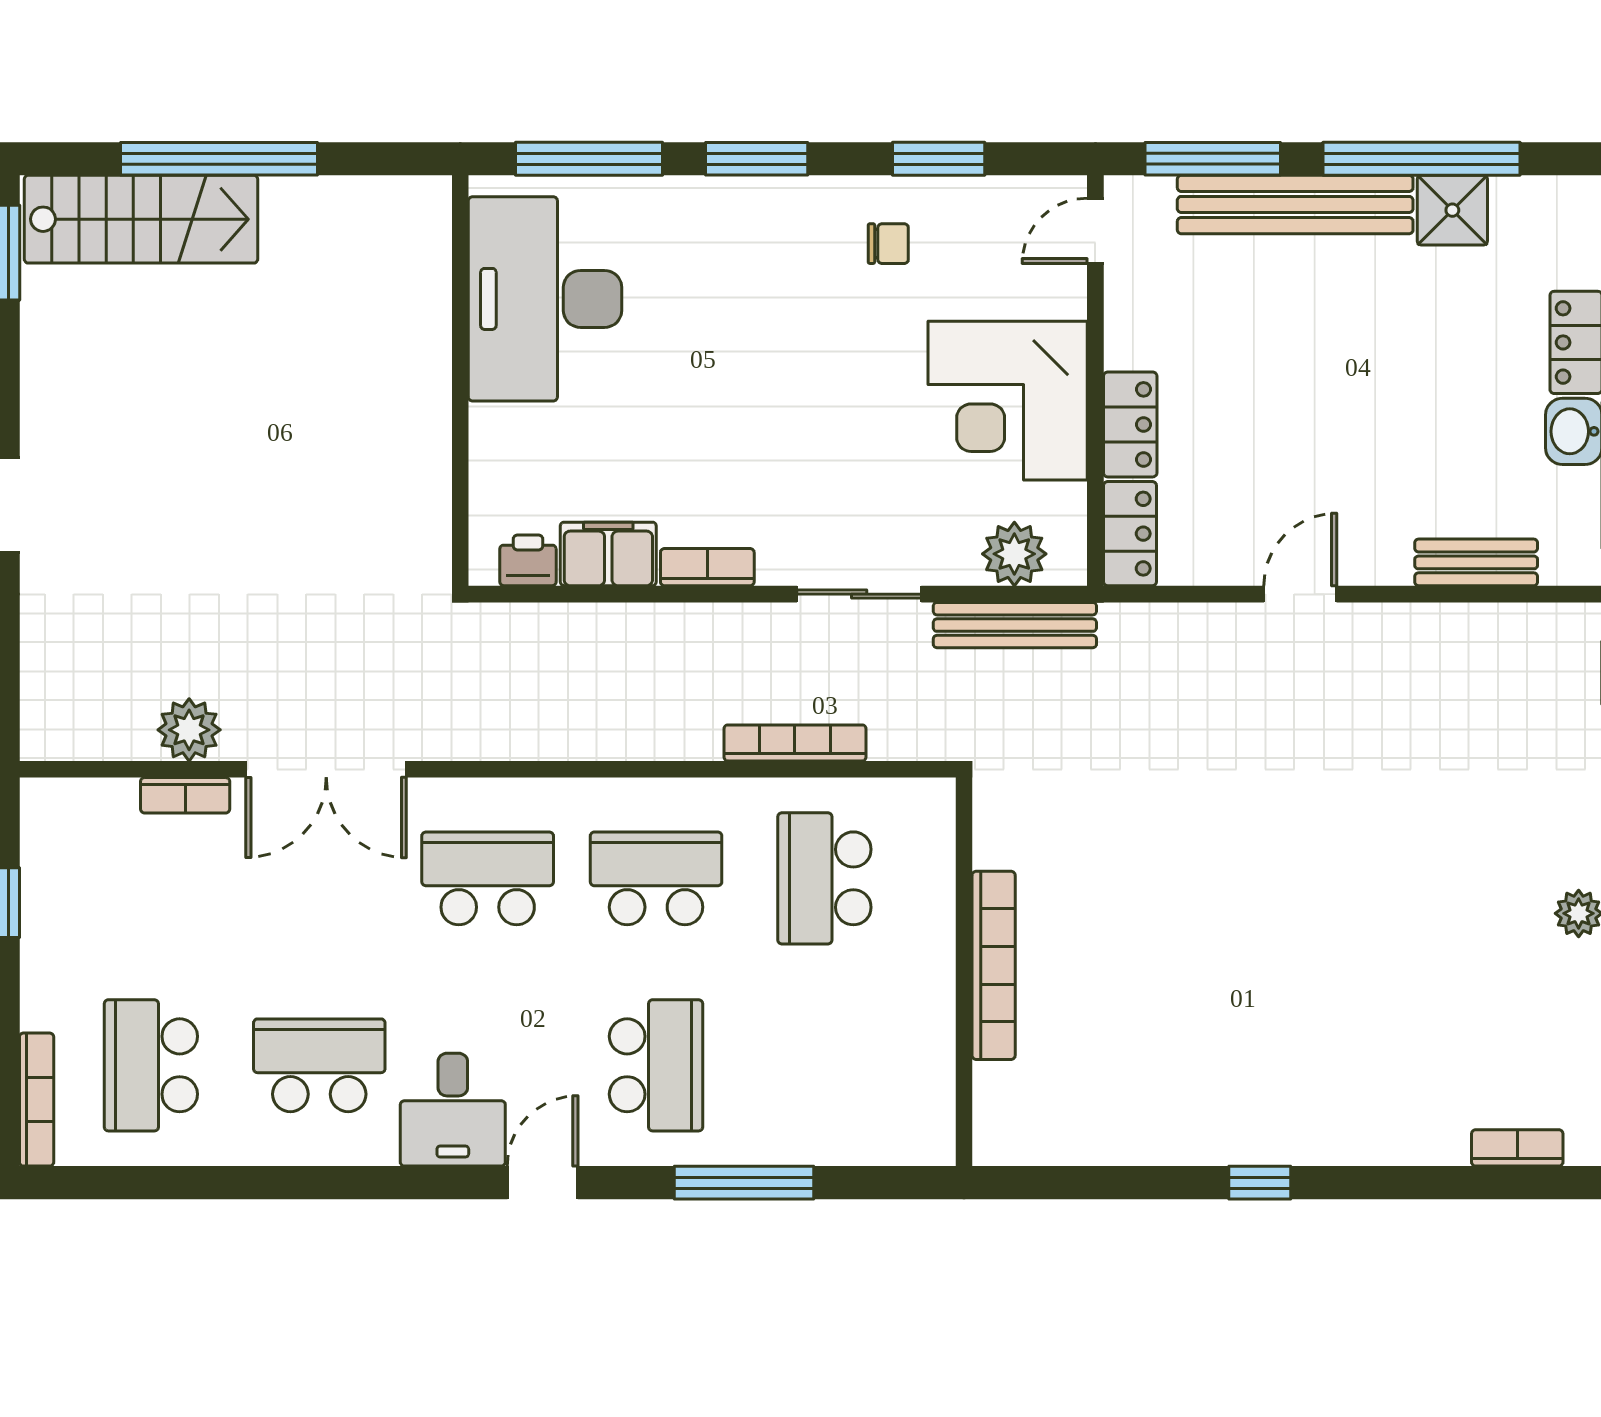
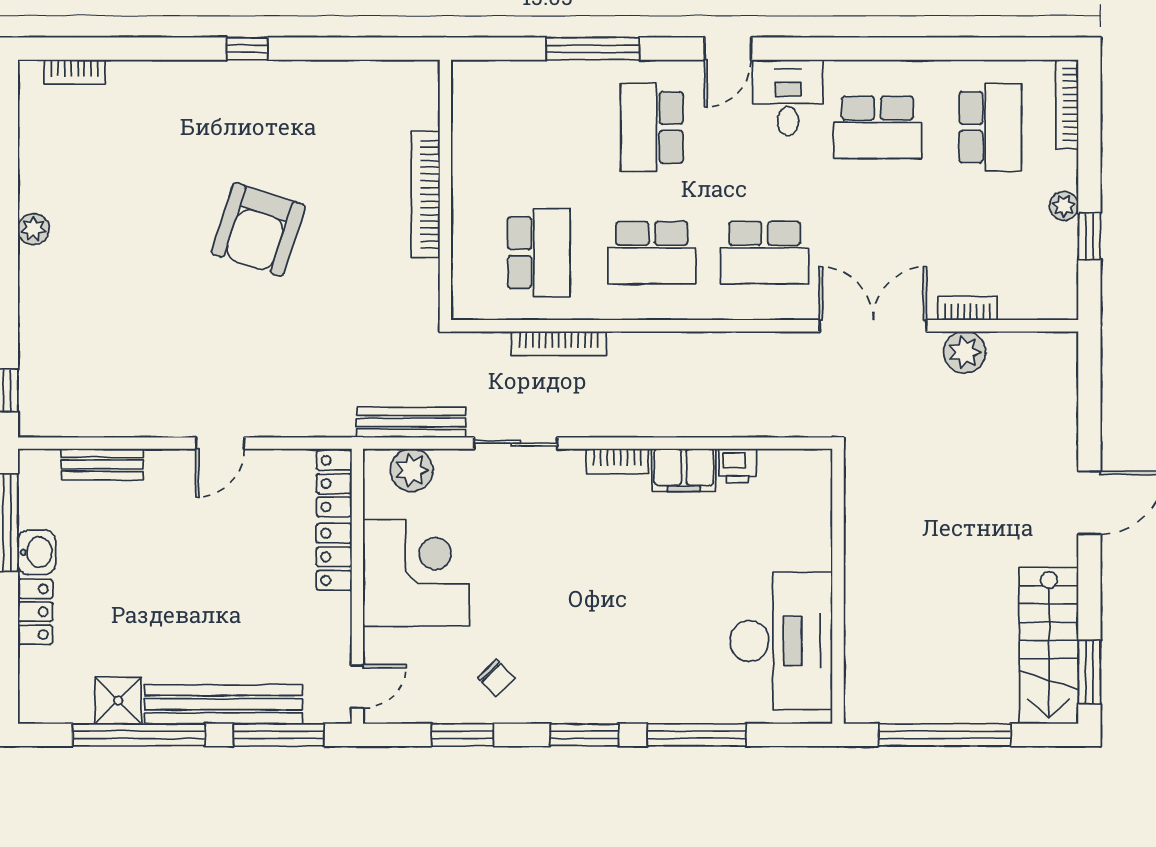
stairs: (141, 219) -> (1049, 646), moved, turned -90
chair: (888, 244) -> (496, 678), turned -134
desk: (545, 299) -> (781, 641), moved
wall: (460, 381) -> (838, 586), moved
armchair: (1243, 913) -> (258, 229), added
plant: (41, 948) -> (1064, 206), added

